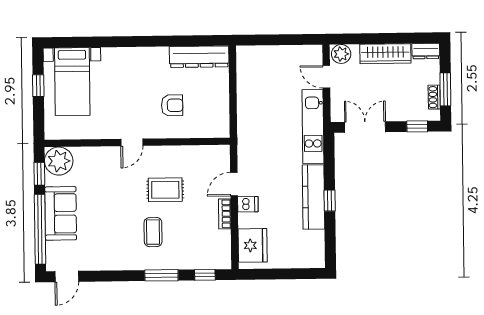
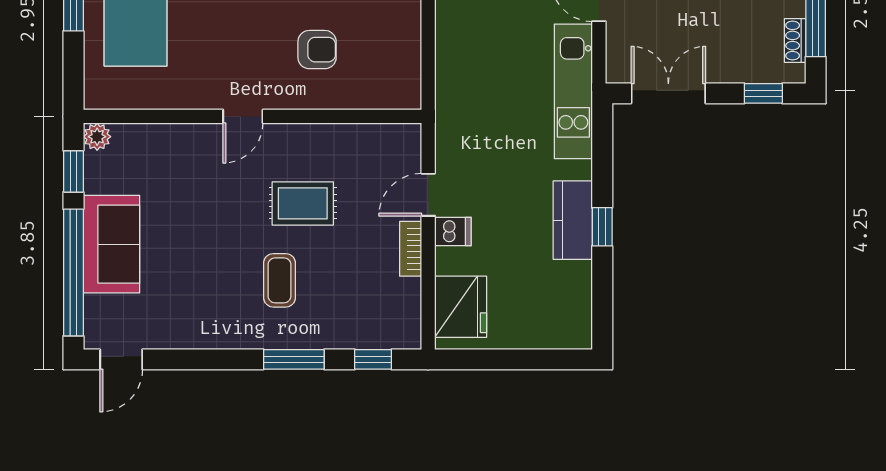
plant: (59, 161) -> (97, 137), width x0.53, depth x0.53
kitchen counter: (313, 197) -> (573, 220), width x0.67

